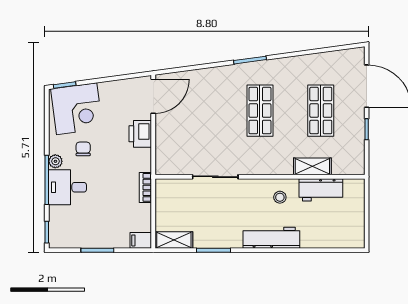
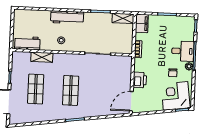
workbench: (321, 190) -> (27, 43), moved
filing cabinet: (141, 240) -> (142, 23), width x2.00

